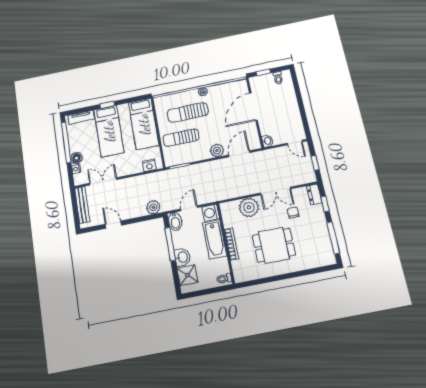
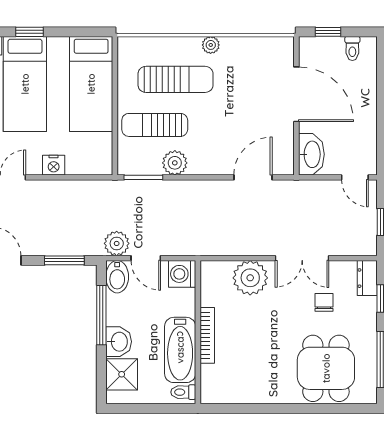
door: (253, 107) -> (296, 94), swing flipped
sun lounger: (188, 112) -> (176, 79), turned 180
washbasin: (267, 141) -> (311, 154), width x1.91, depth x1.45
plant: (217, 150) -> (175, 163), moved
nightstand: (149, 165) -> (54, 165), moved
plant: (153, 207) -> (117, 243), moved
door: (189, 208) -> (146, 258), swing flipped
window: (145, 218) -> (64, 260), added
bathtub: (215, 239) -> (180, 350), moved
dining table: (274, 245) -> (326, 368), moved, turned 90

